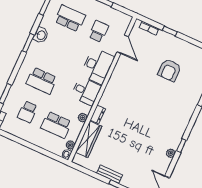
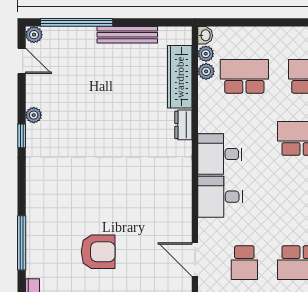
desk: (97, 66) -> (220, 197), width x0.73
armchair: (169, 70) -> (98, 252), turned 90
plant: (83, 118) -> (206, 71), moved
bench: (110, 174) -> (127, 35), width x1.36

